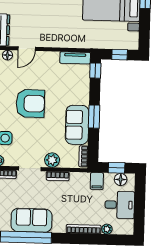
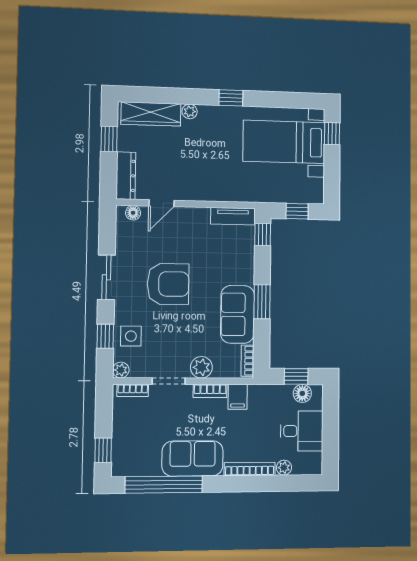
filing cabinet: (97, 181) -> (238, 397), moved
sofa: (31, 220) -> (193, 458), moved

